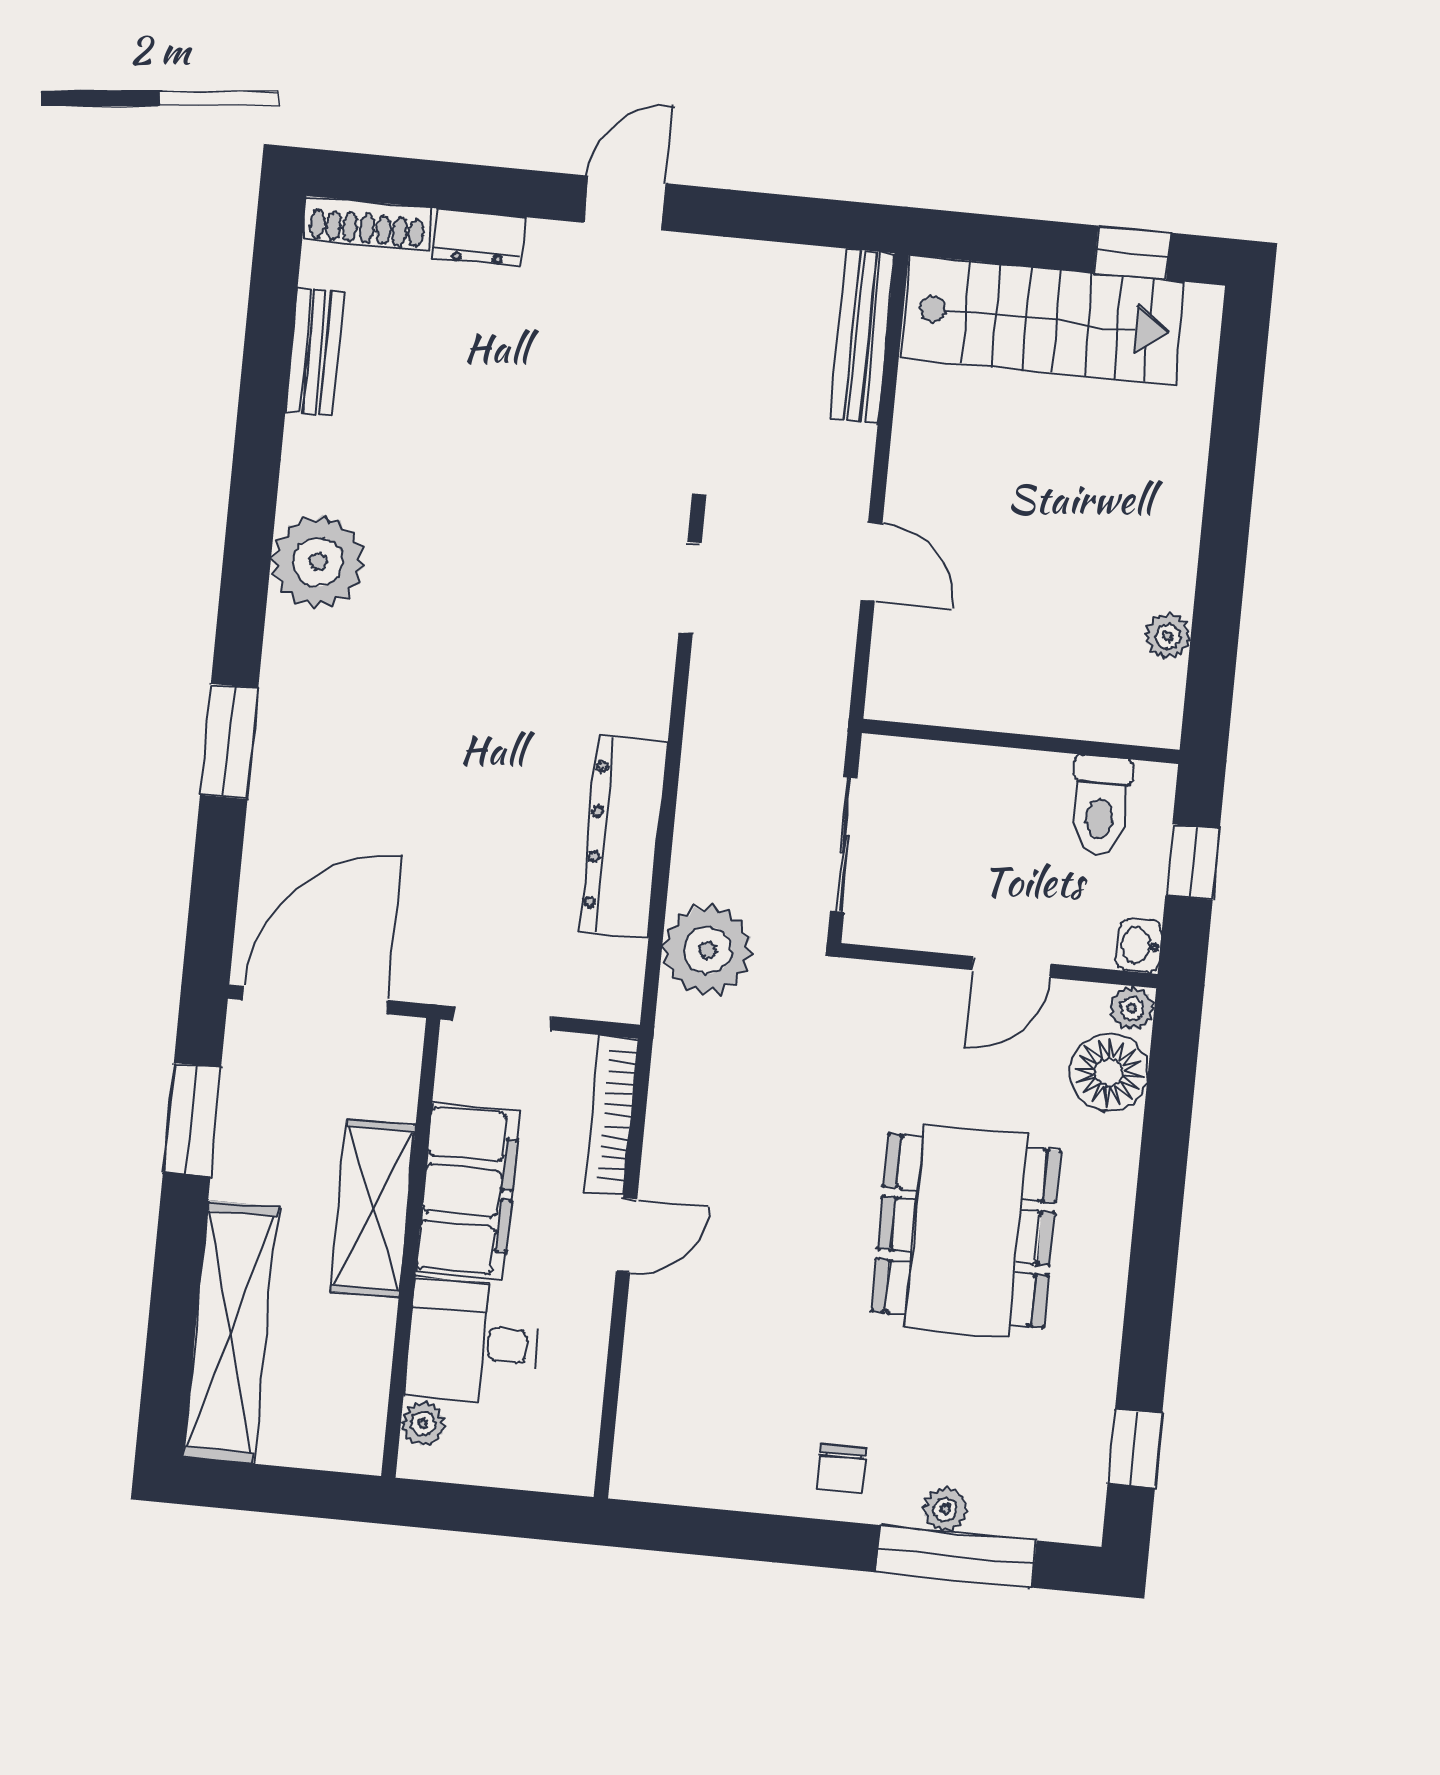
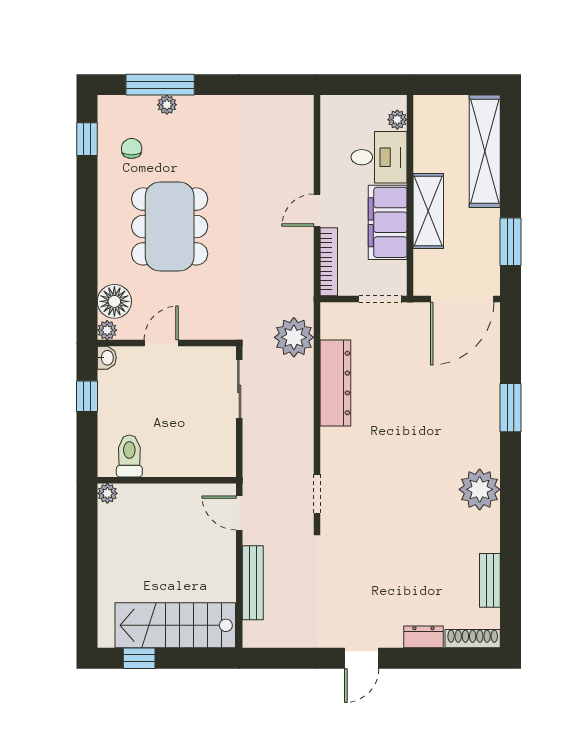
bench: (862, 336) -> (253, 583), moved
wall: (1021, 741) -> (167, 480), moved
toilet: (1101, 805) -> (129, 456), moved
chair: (842, 1469) -> (132, 148), moved

